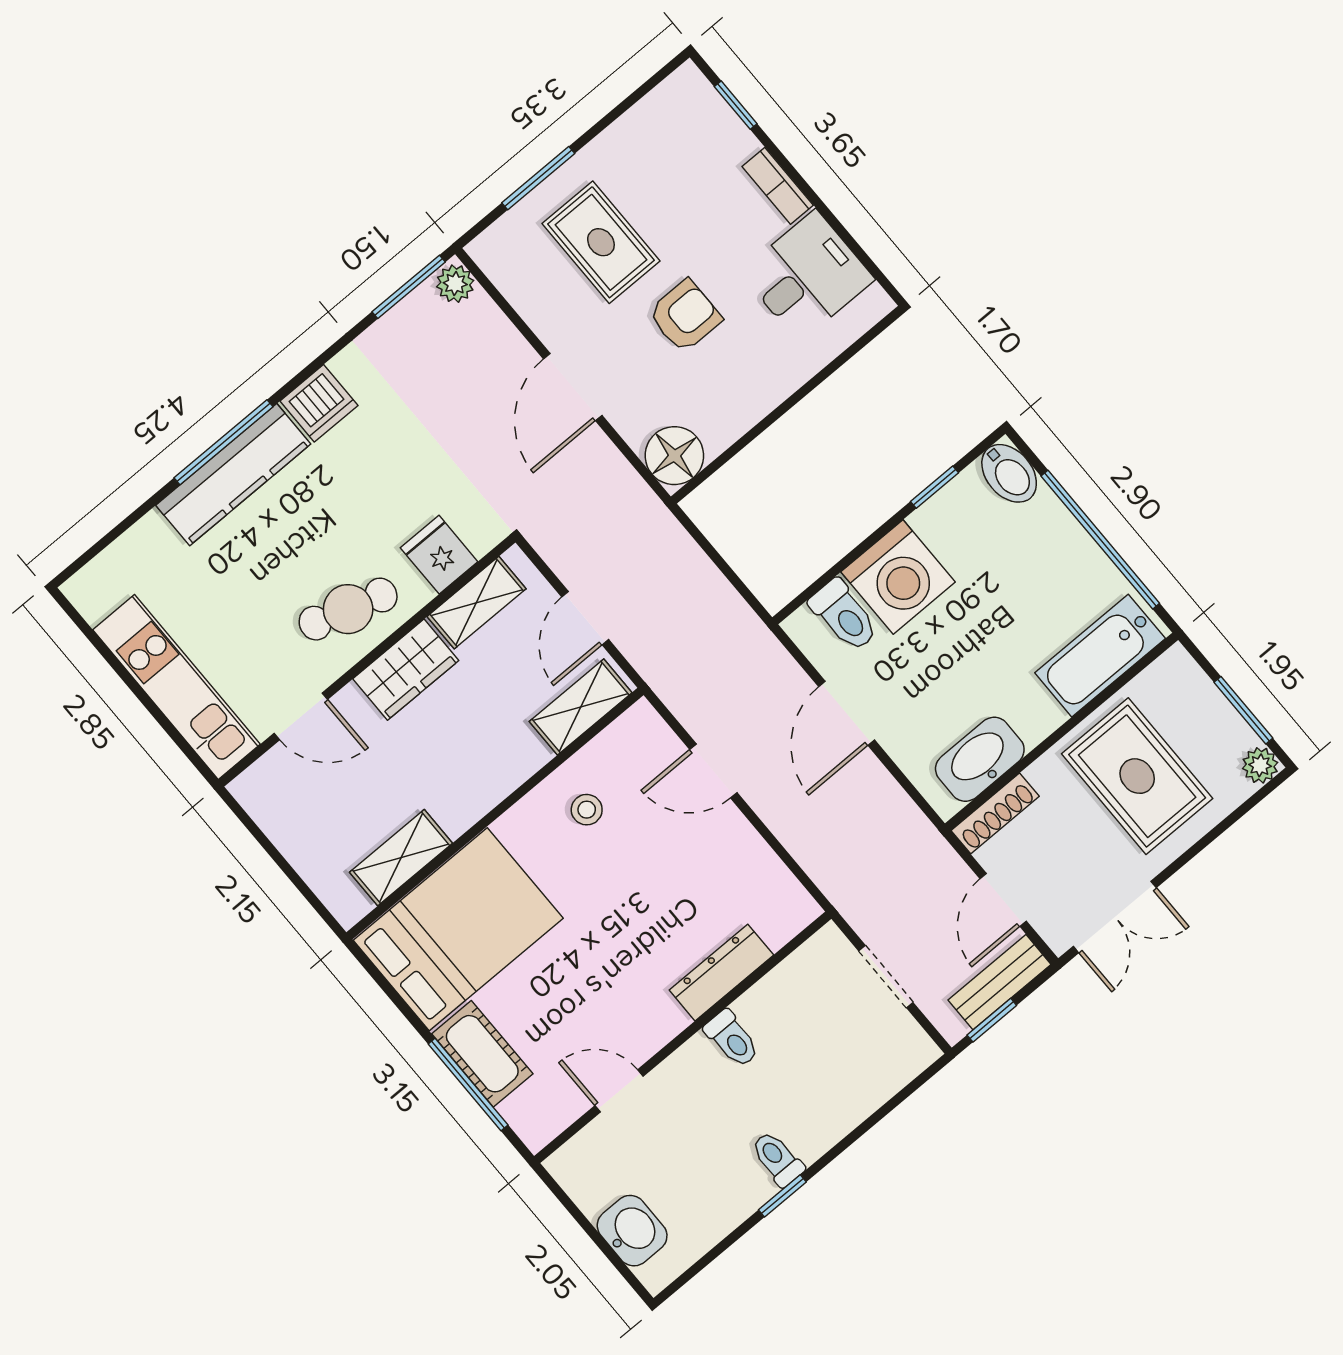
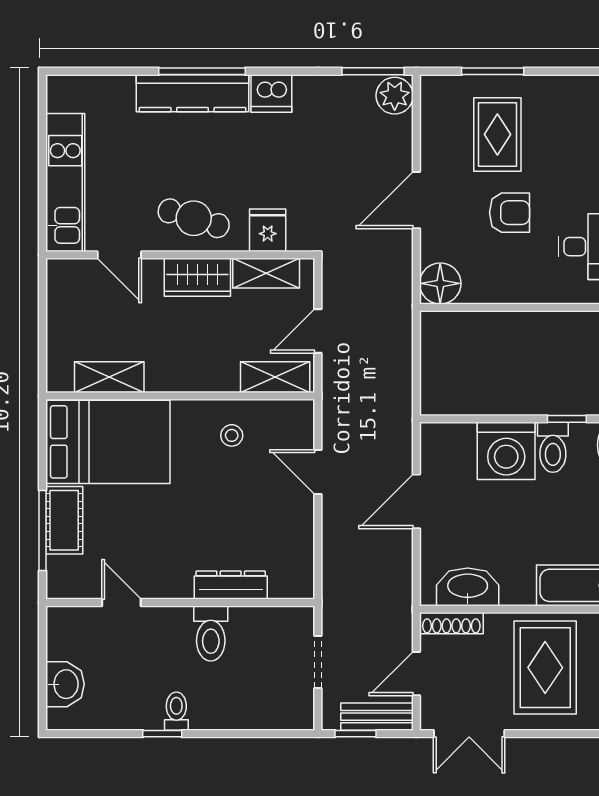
plant: (455, 284) -> (395, 96), width x1.38, depth x1.38
toilet: (844, 615) -> (553, 447), moved
toilet: (732, 1039) -> (211, 633), width x1.37, depth x1.39

